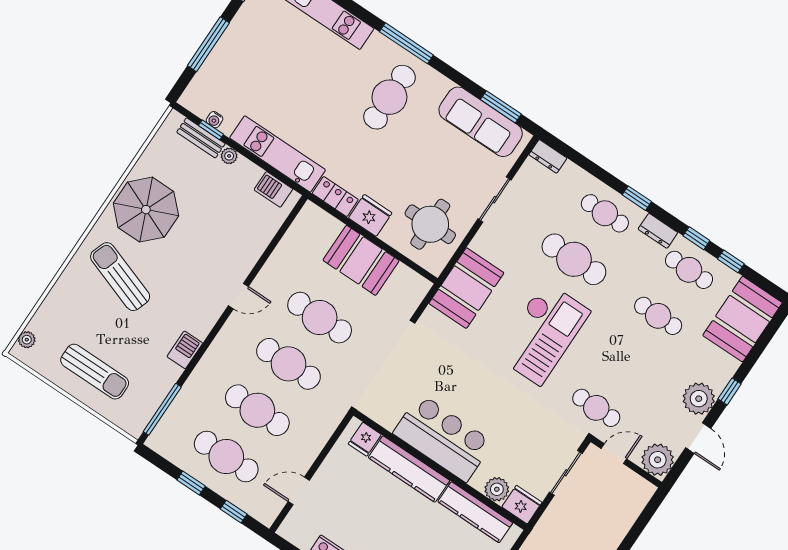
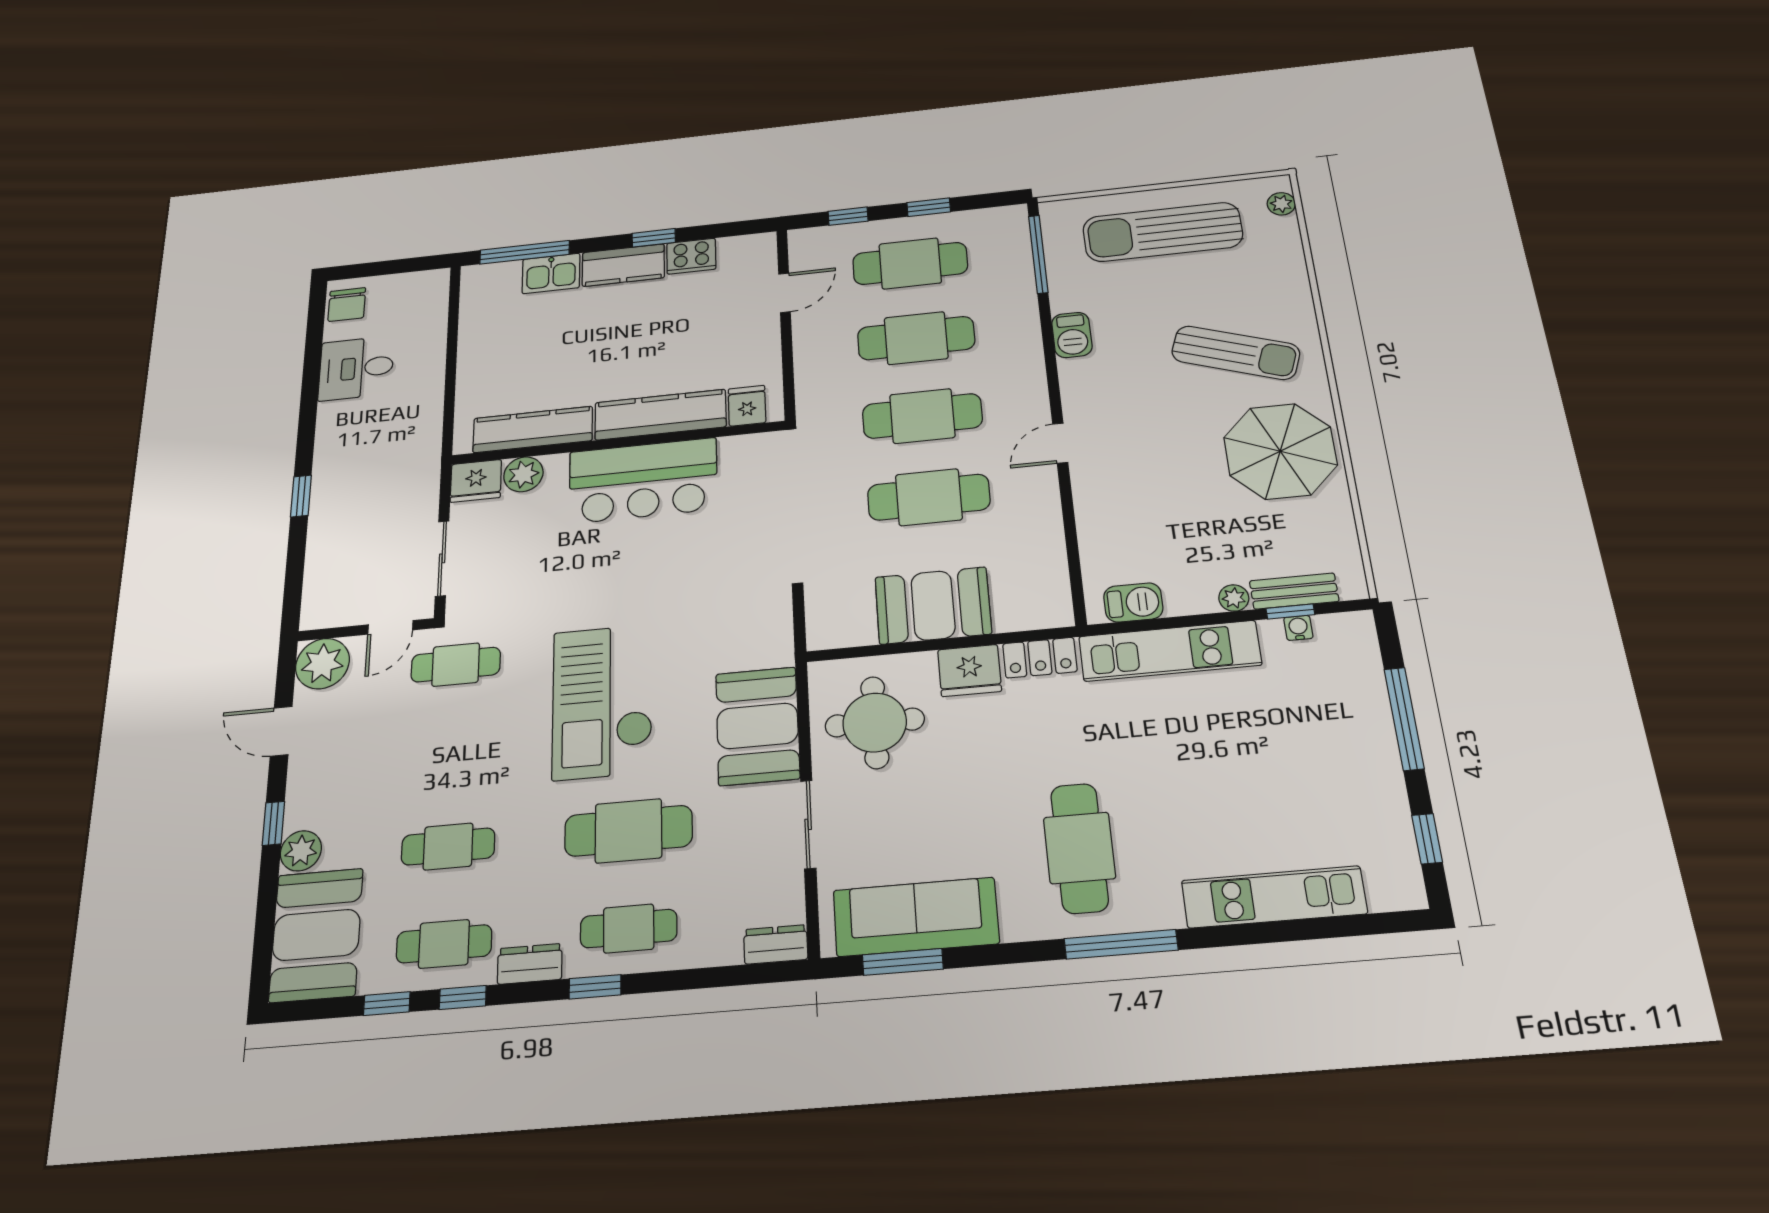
booth: (466, 288) -> (757, 726), moved
sun lounger: (95, 372) -> (1163, 232), width x1.36, depth x1.34
plant: (699, 399) -> (301, 851), moved, width x0.73, depth x0.73

